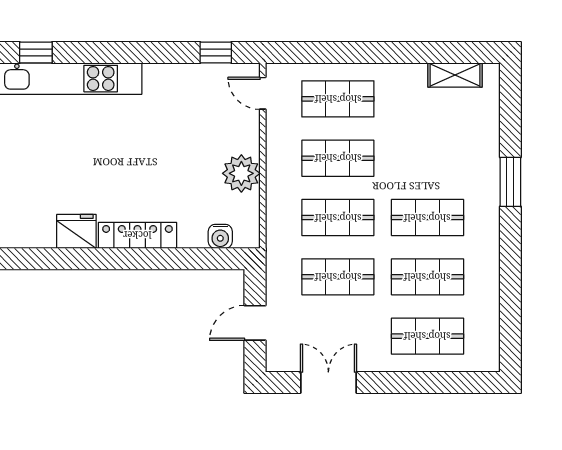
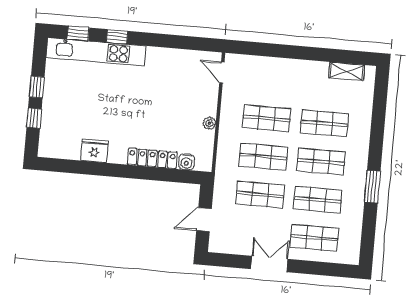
window: (216, 52) -> (117, 37), moved
shop shelf: (338, 99) -> (324, 123), moved
plant: (241, 173) -> (209, 123), width x0.53, depth x0.53
window: (510, 182) -> (372, 187), moved
locker: (137, 235) -> (152, 158), moved
double door: (328, 383) -> (269, 264), moved

